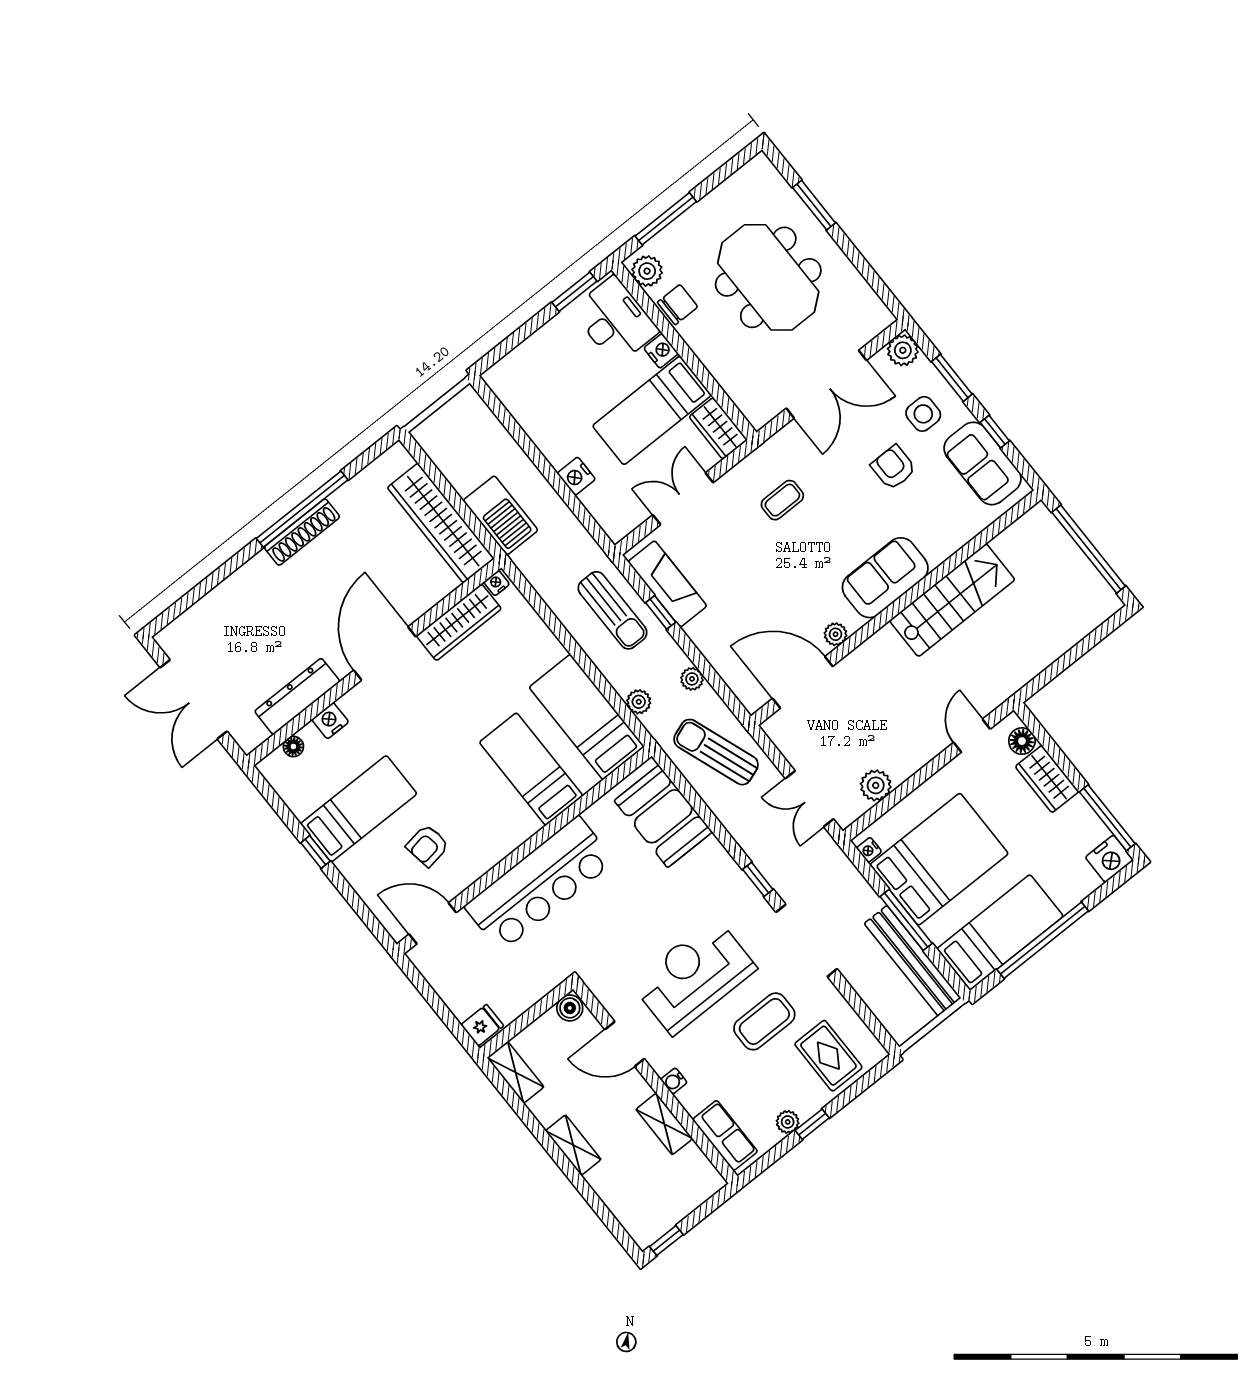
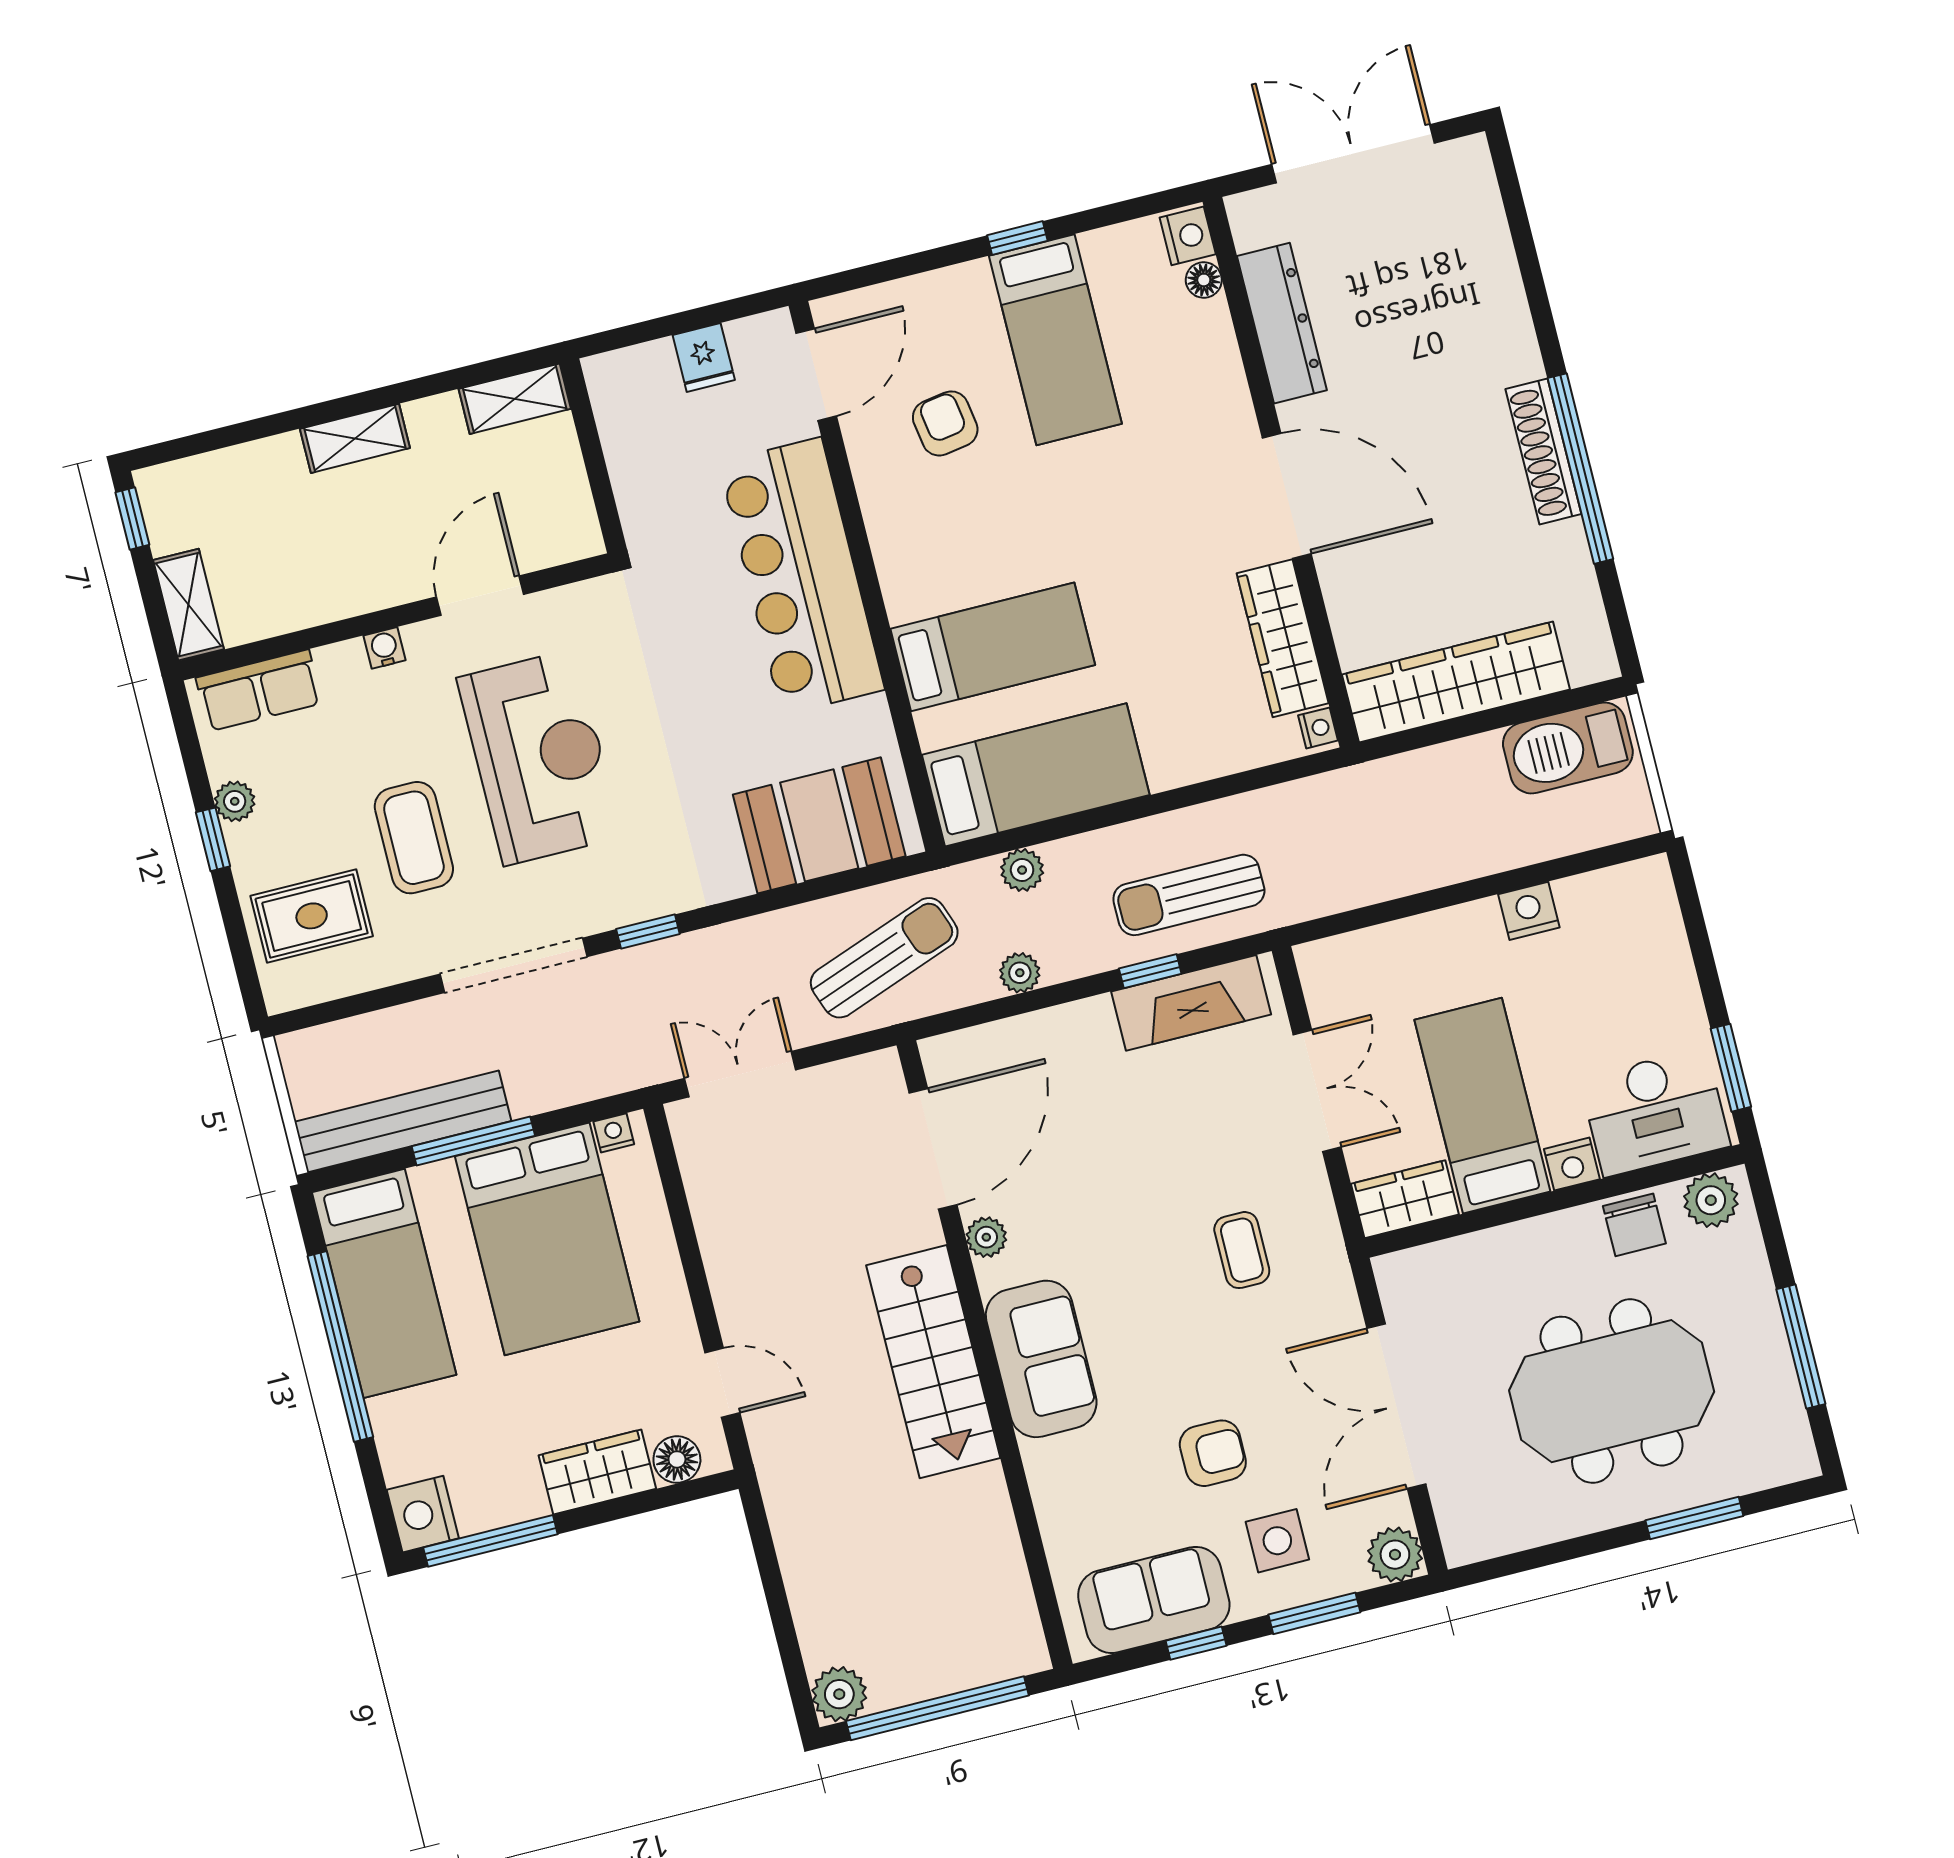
window: (666, 219) -> (1801, 1347), moved
nightstand: (576, 476) -> (1529, 911), moved
barbecue: (501, 515) -> (1568, 748), moved
stairs: (952, 600) -> (933, 1362), moved
nightstand: (330, 721) -> (1188, 236), moved
plant: (876, 785) -> (839, 1694), moved
boiler: (570, 1008) -> (579, 534), removed
fridge: (482, 1025) -> (704, 357), moved
shelving: (664, 1124) -> (189, 605), moved, turned 90

